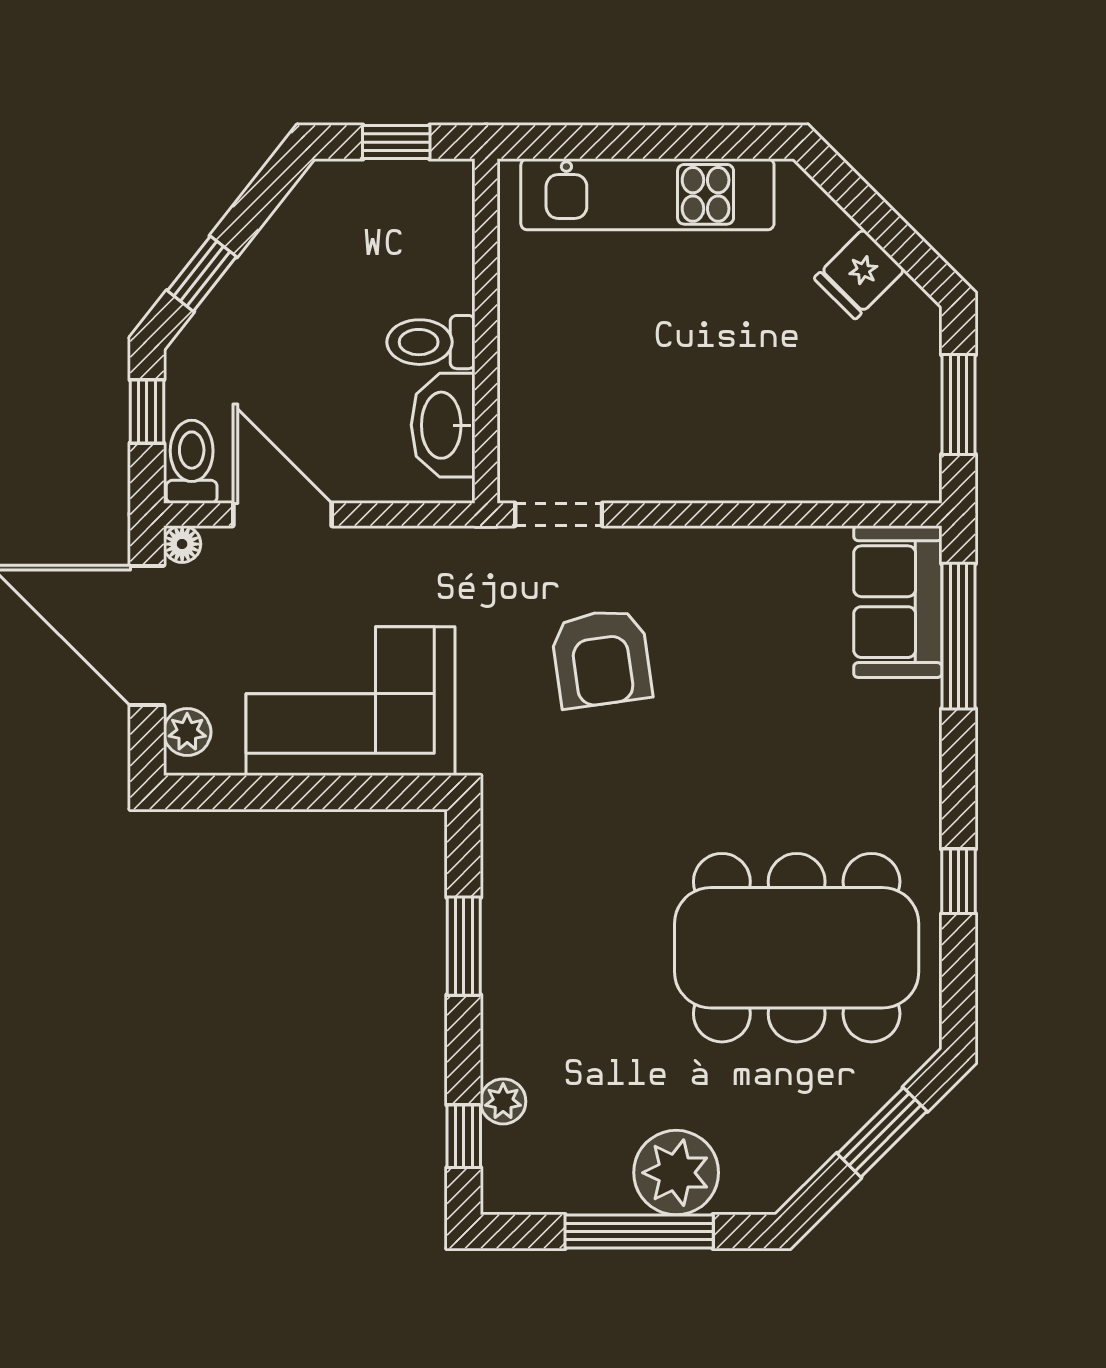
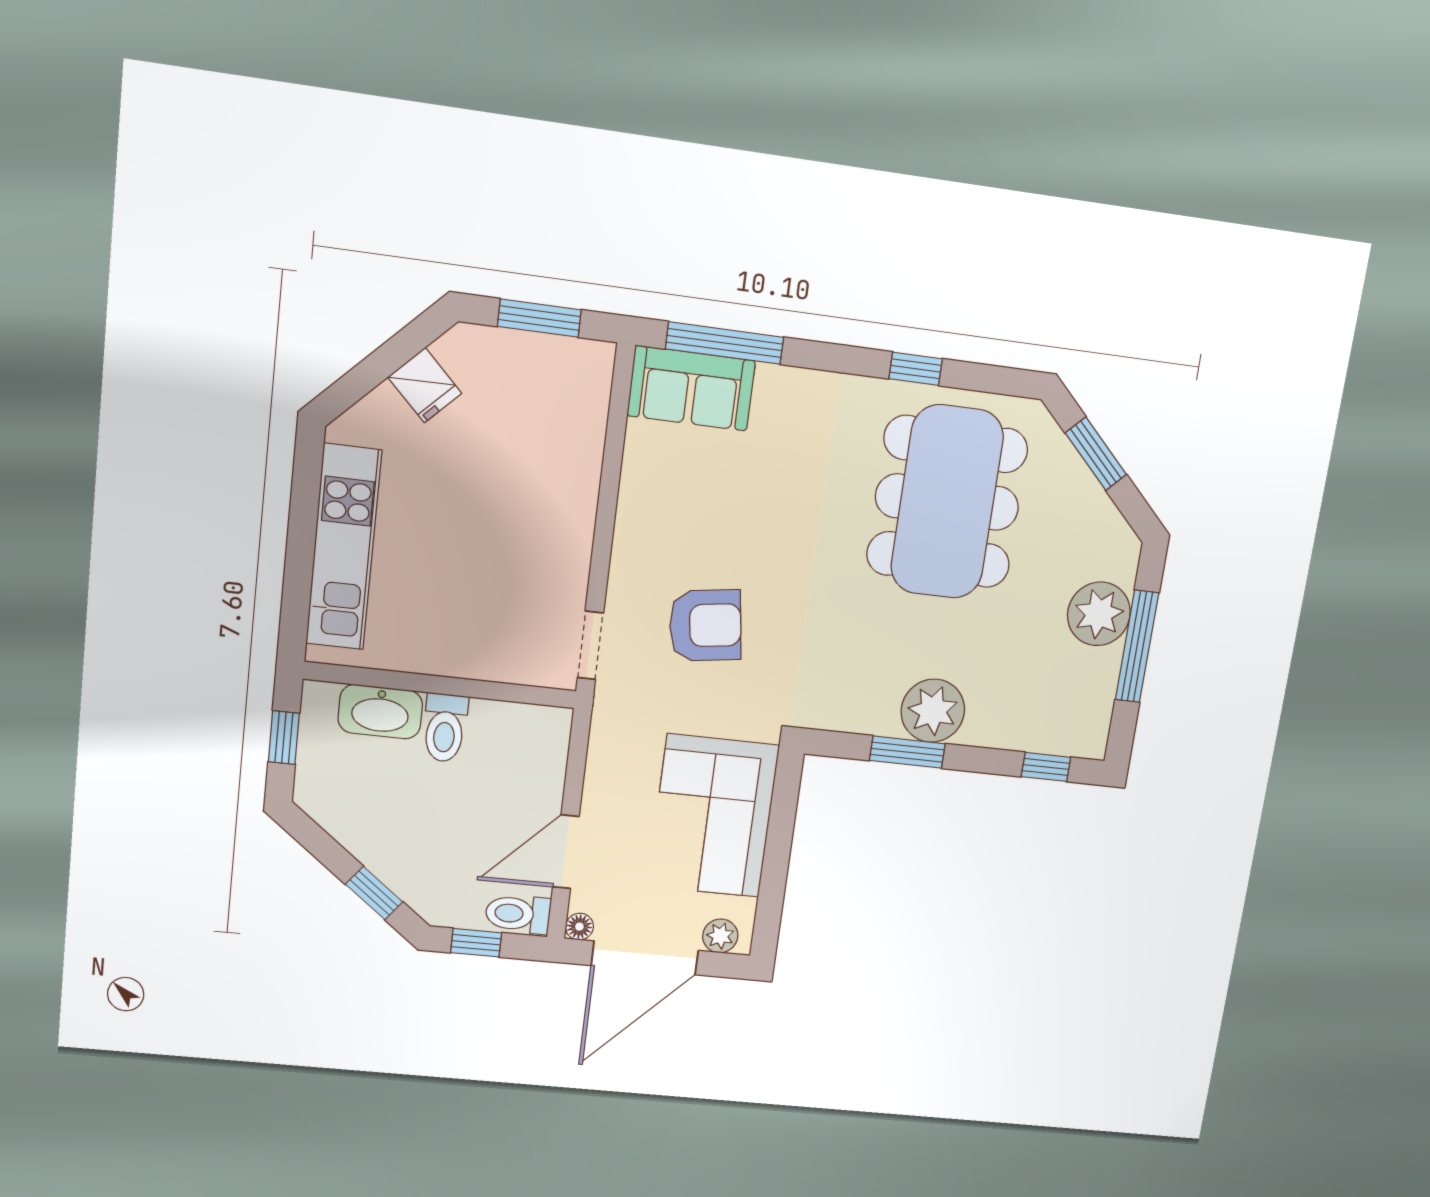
washbasin: (443, 425) -> (380, 712), moved
plant: (503, 1101) -> (933, 711), moved, width x1.88, depth x1.88

